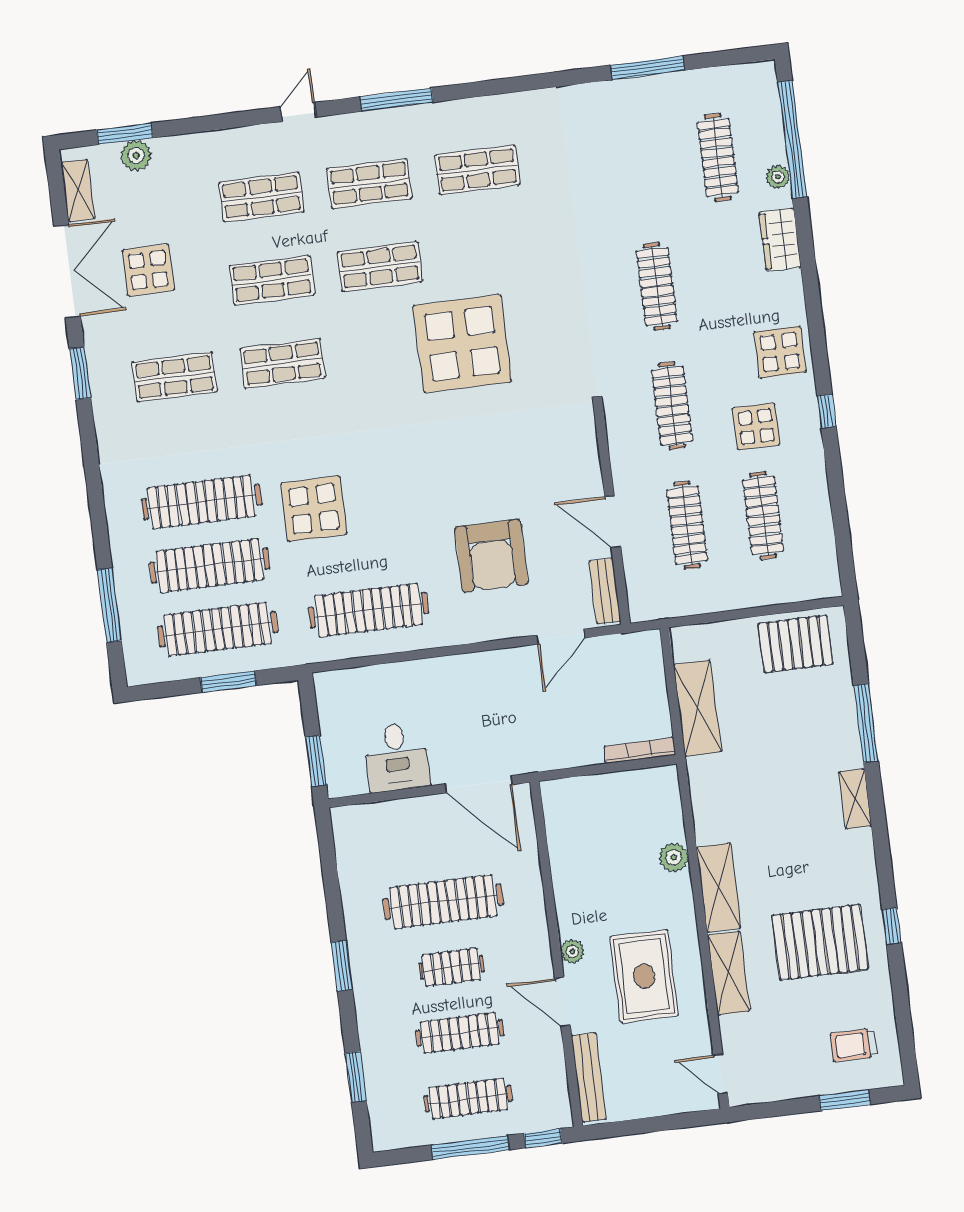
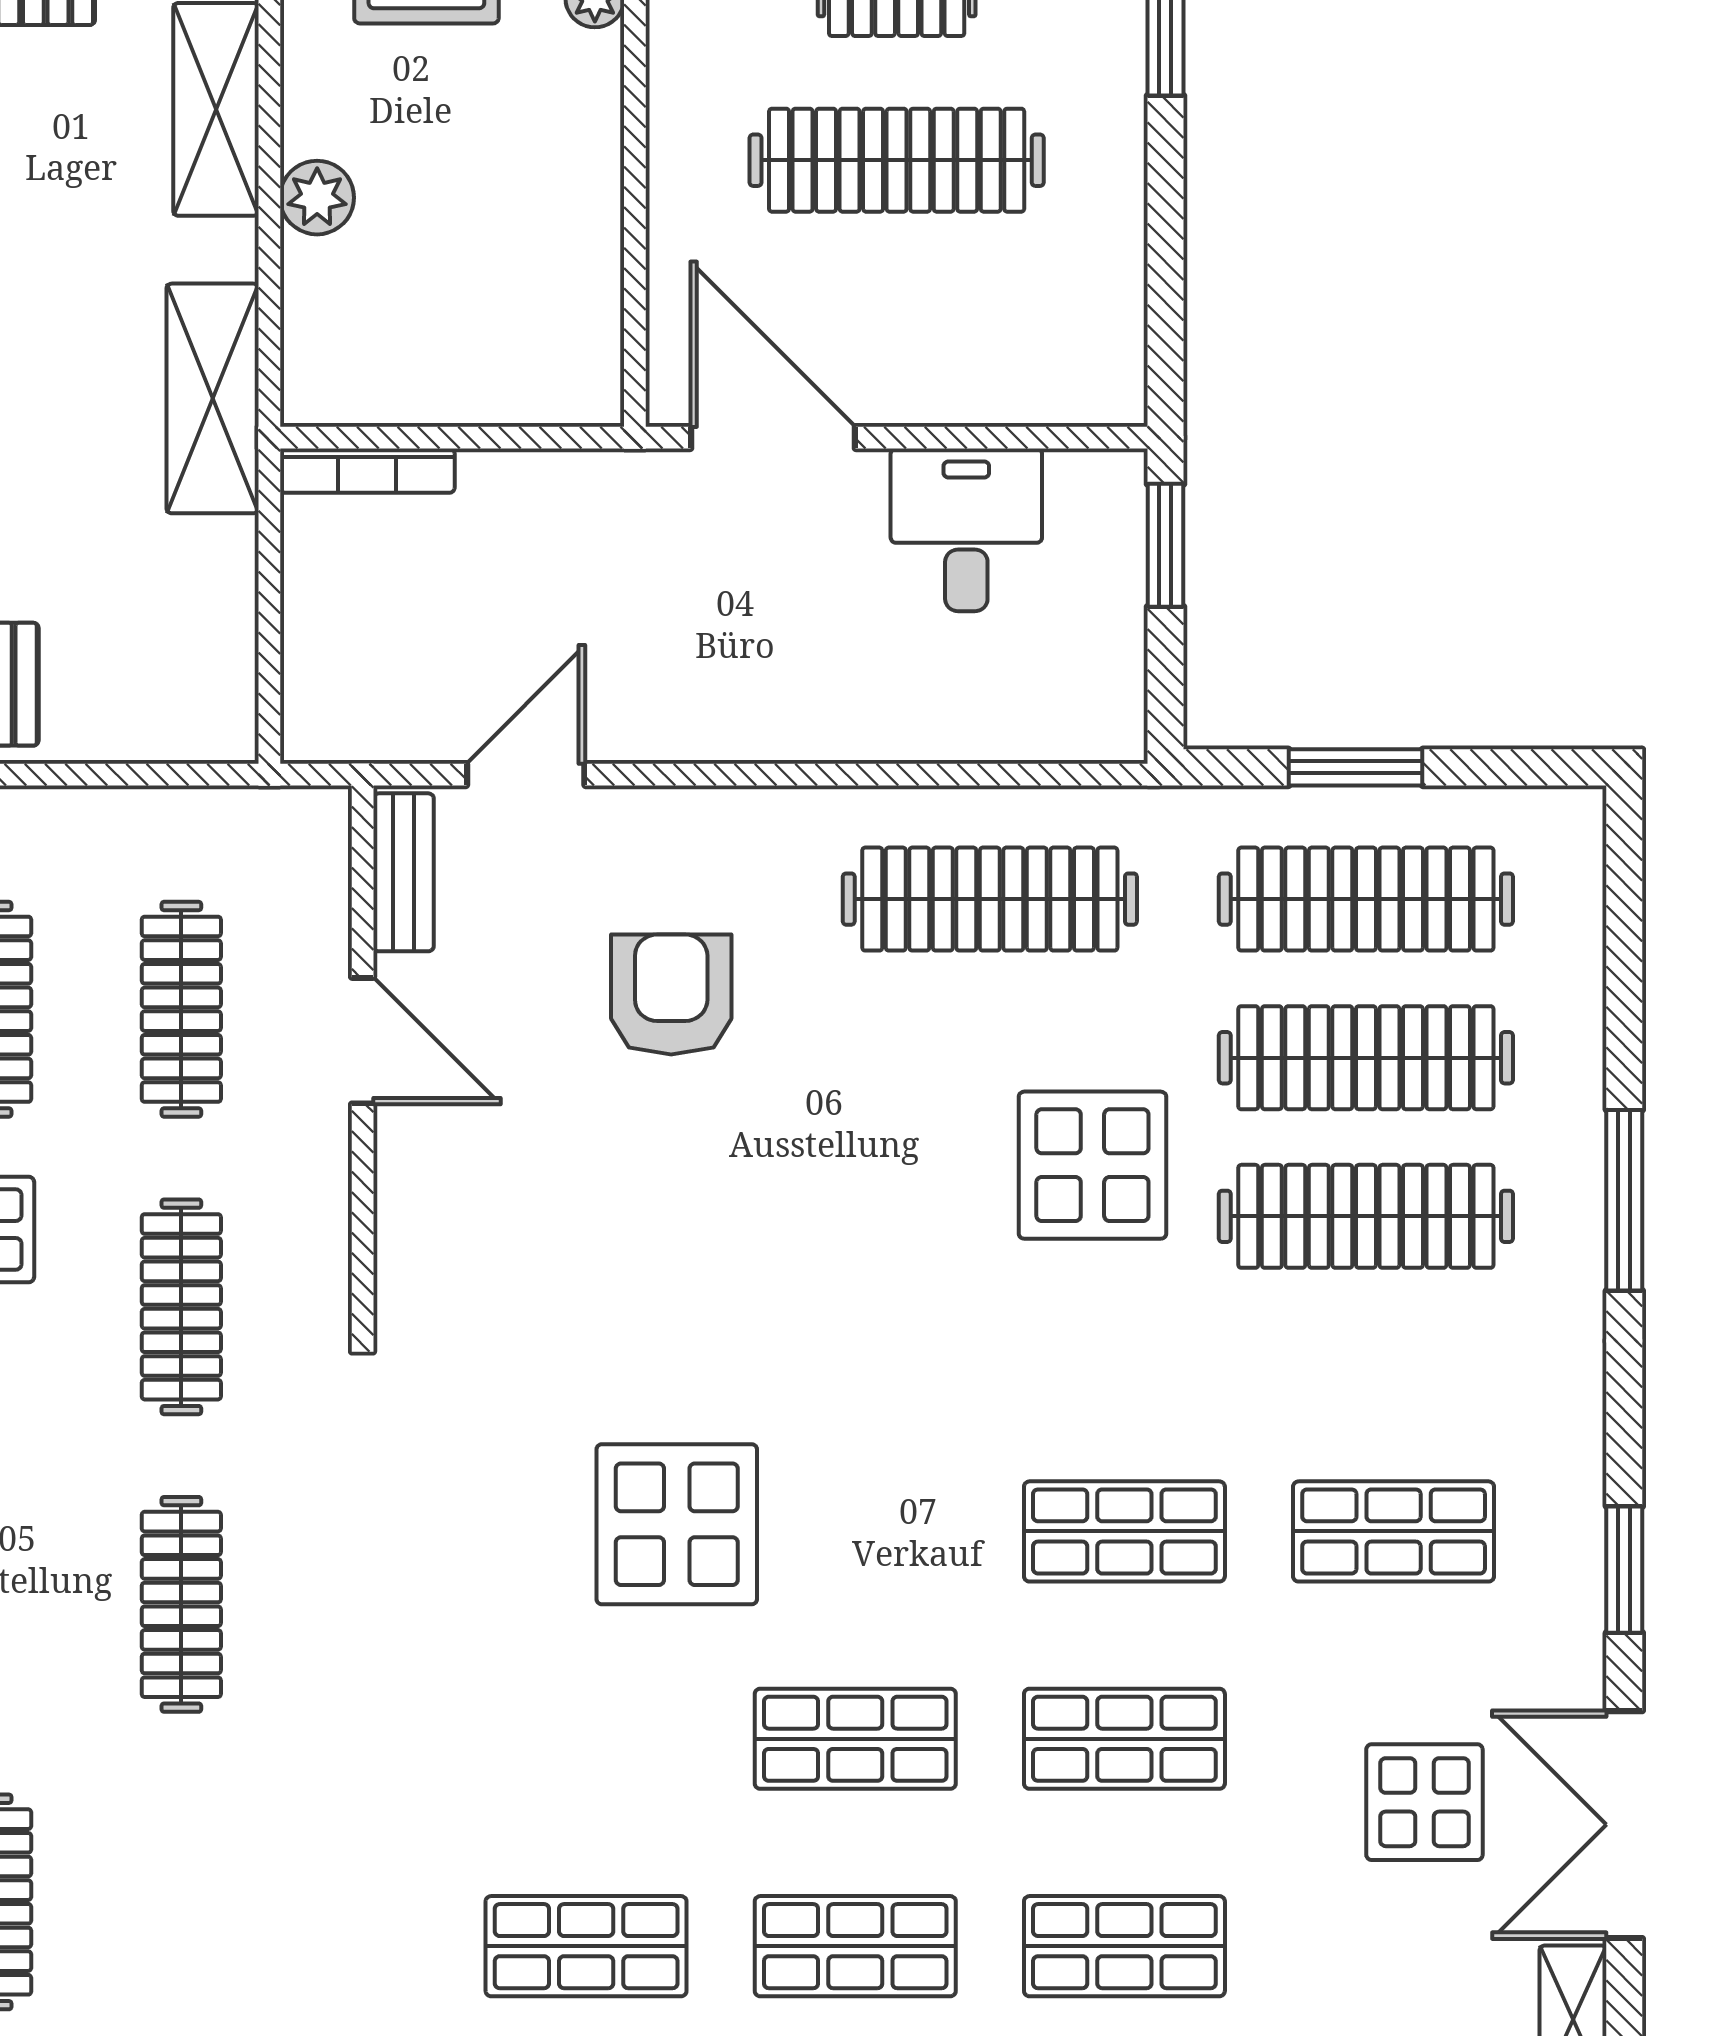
display table: (462, 344) -> (677, 1524), width x0.73, depth x0.73
armchair: (491, 556) -> (671, 995), width x0.73, depth x0.73
window: (109, 605) -> (1624, 1200), moved
shelving: (697, 708) -> (213, 398), moved

